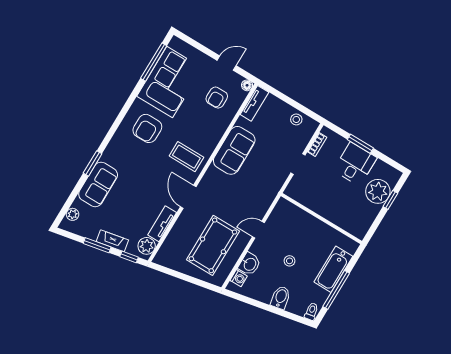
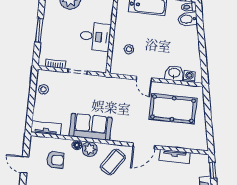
floor lamp: (247, 85) -> (77, 145), moved
coffee table: (186, 157) -> (113, 162), turned 34
desk: (355, 164) -> (95, 37), moved, turned 180
plant: (147, 246) -> (90, 149), moved
stool: (289, 261) -> (129, 49), moved
bidet: (281, 298) -> (188, 19), moved

